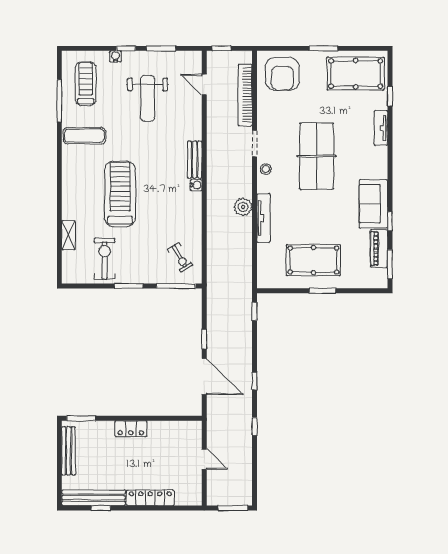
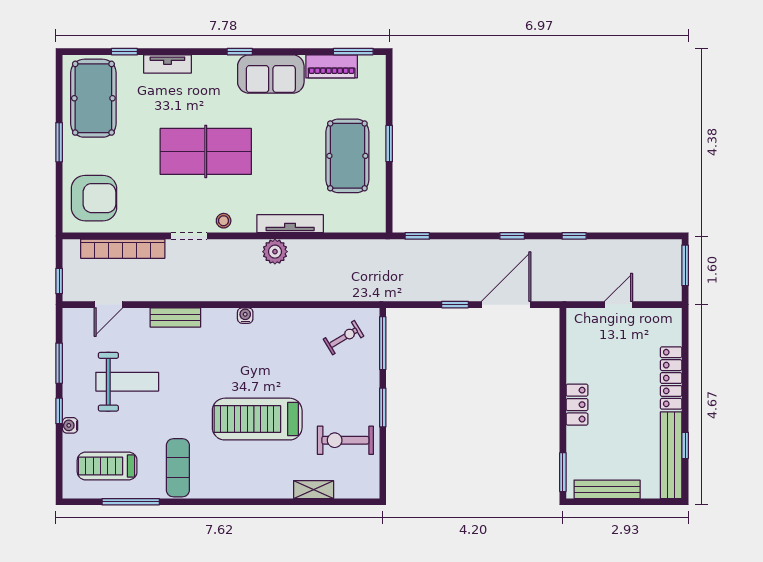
bench: (195, 160) -> (175, 317), moved
window: (390, 221) -> (240, 52), moved

